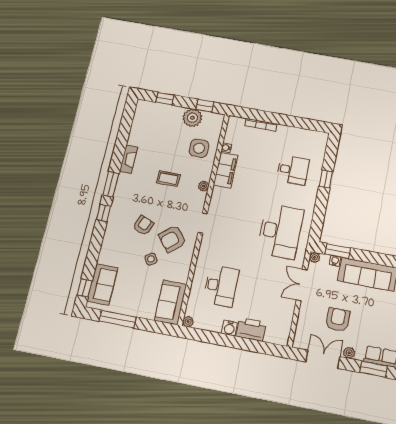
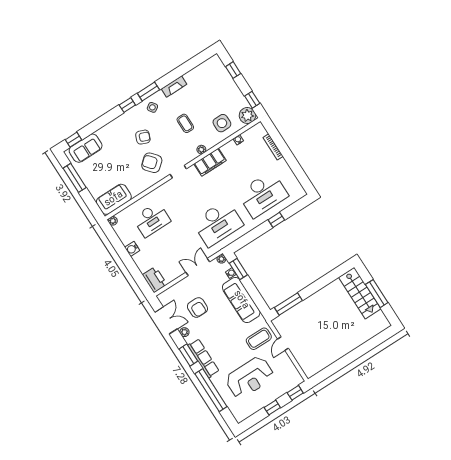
plant: (192, 118) -> (247, 116), moved
filing cabinet: (226, 170) -> (210, 162), moved
desk: (293, 170) -> (263, 194), width x1.87, depth x1.30
side table: (151, 259) -> (152, 107), moved
armchair: (338, 320) -> (197, 308), turned 90
printer: (251, 329) -> (155, 280), moved

